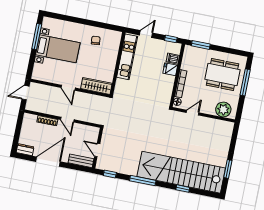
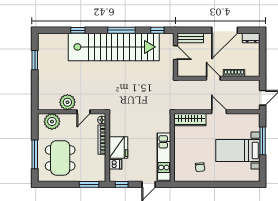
window: (37, 36) -> (263, 141), moved
fridge: (170, 69) -> (118, 147), width x1.88, depth x1.34
dining table: (222, 75) -> (60, 158), turned 90
plant: (206, 124) -> (67, 102), added
stairs: (181, 172) -> (114, 47), moved

